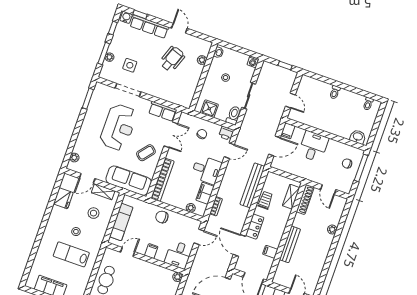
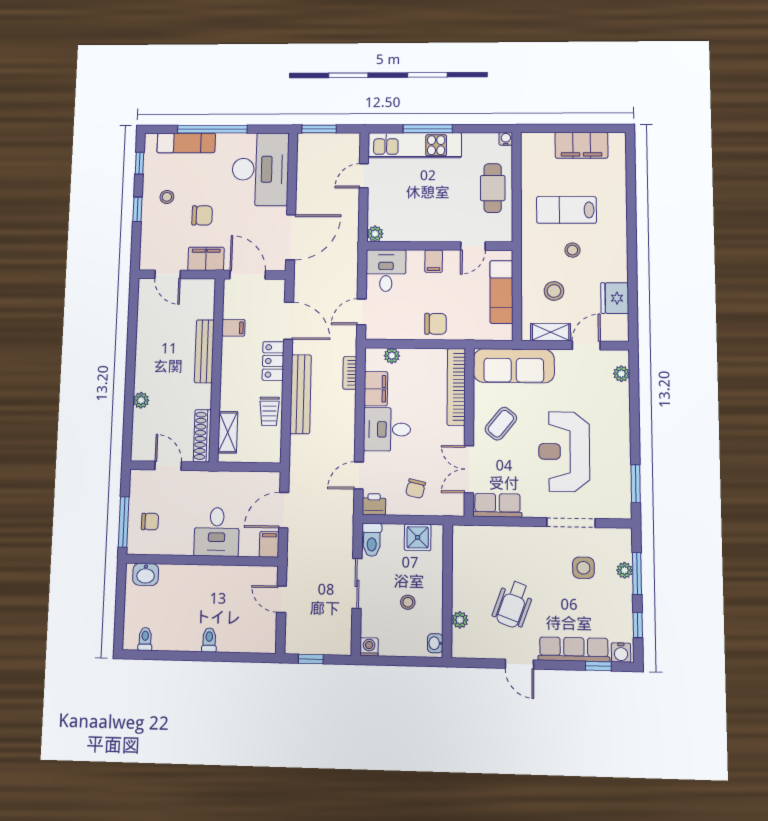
bench: (252, 185) -> (301, 394), moved
lab bench: (71, 254) -> (566, 210), turned 180

